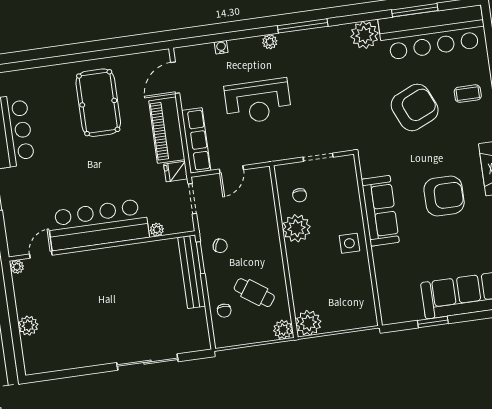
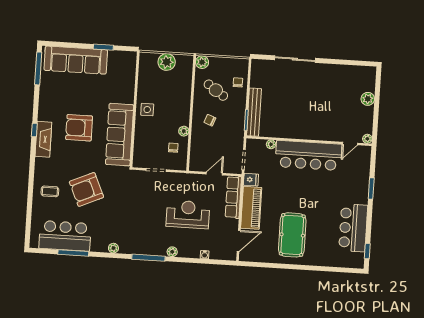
bar counter: (432, 33) -> (65, 236), width x0.73
plant: (365, 35) -> (113, 248), width x0.53, depth x0.53
sofa: (380, 211) -> (120, 135), width x1.36, depth x1.27
plant: (296, 228) -> (184, 131), width x0.53, depth x0.53
chair: (220, 246) -> (210, 120), moved
plant: (308, 323) -> (167, 62), moved

